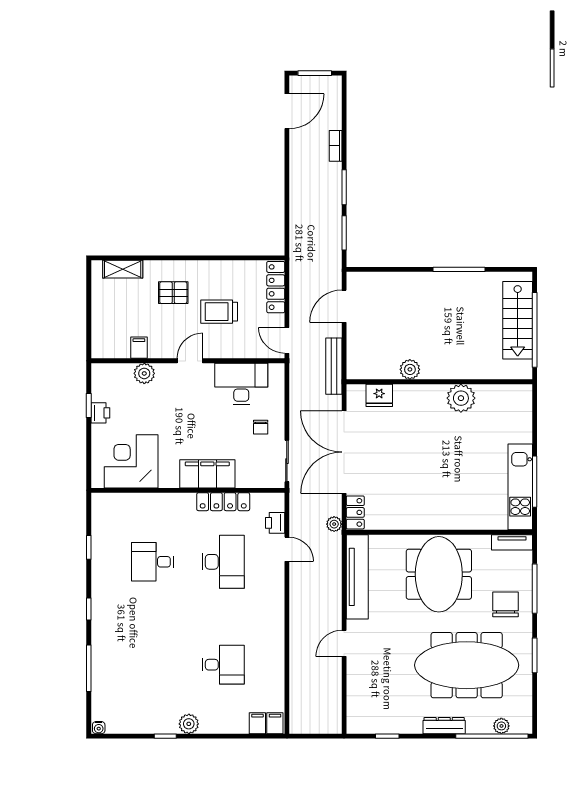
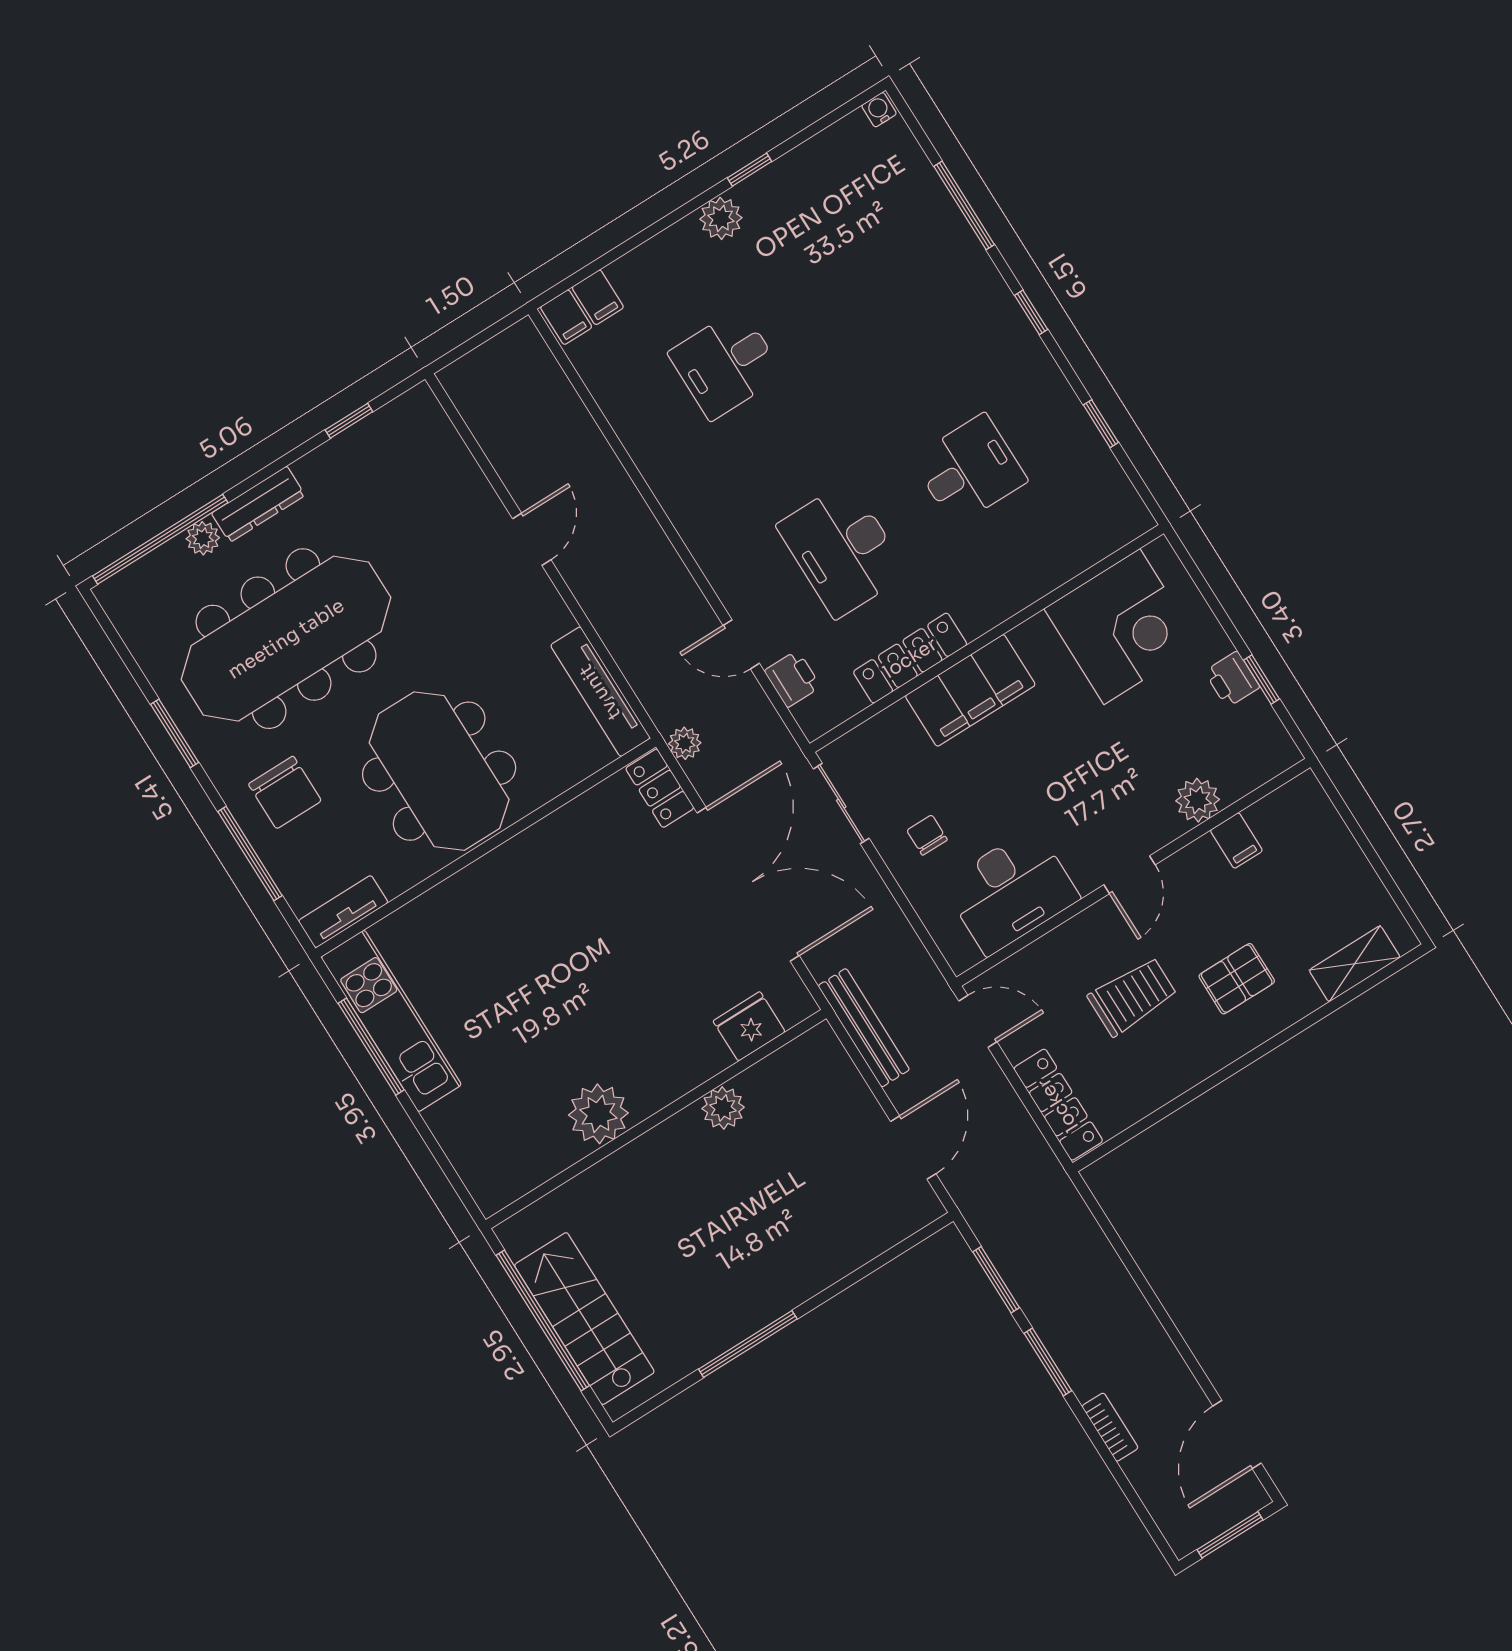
tv unit: (357, 577) -> (600, 692), width x0.73, depth x0.78
plant: (501, 726) -> (203, 538), moved

